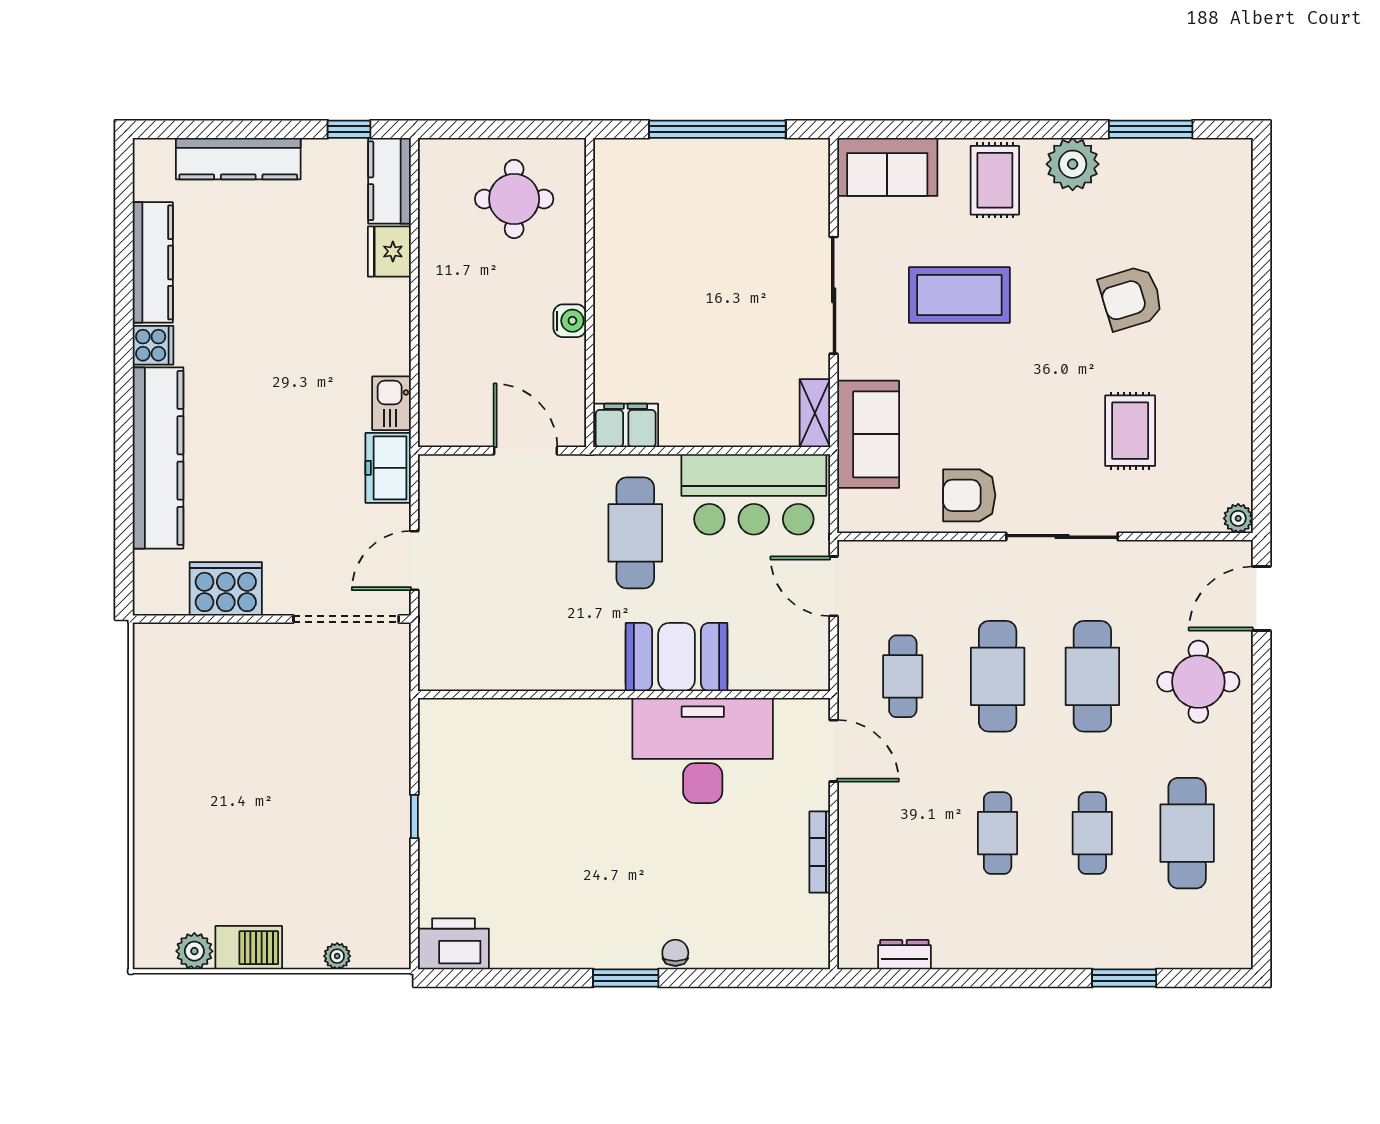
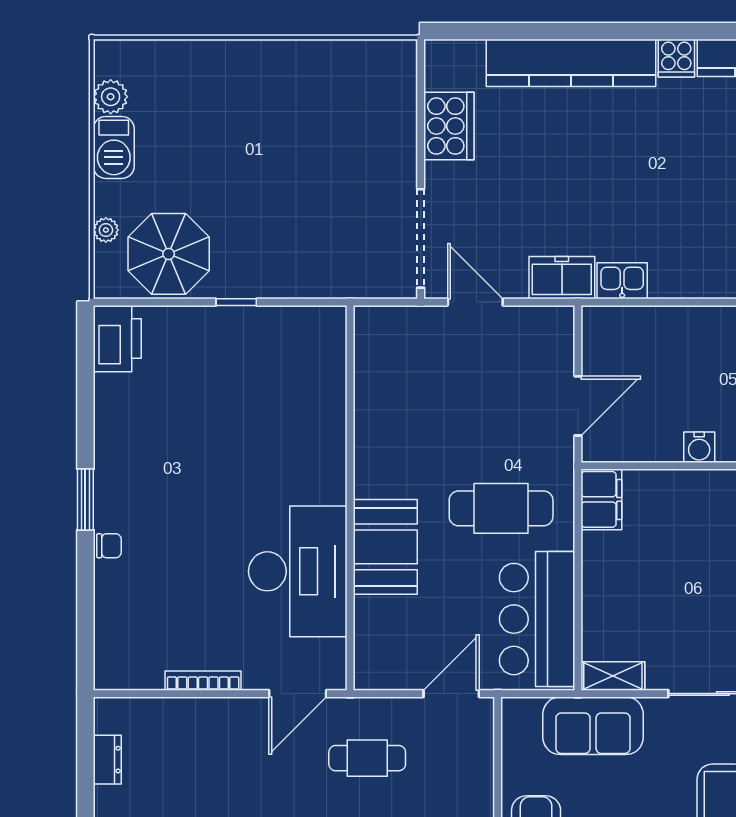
parasol: (363, 889) -> (169, 254), added

